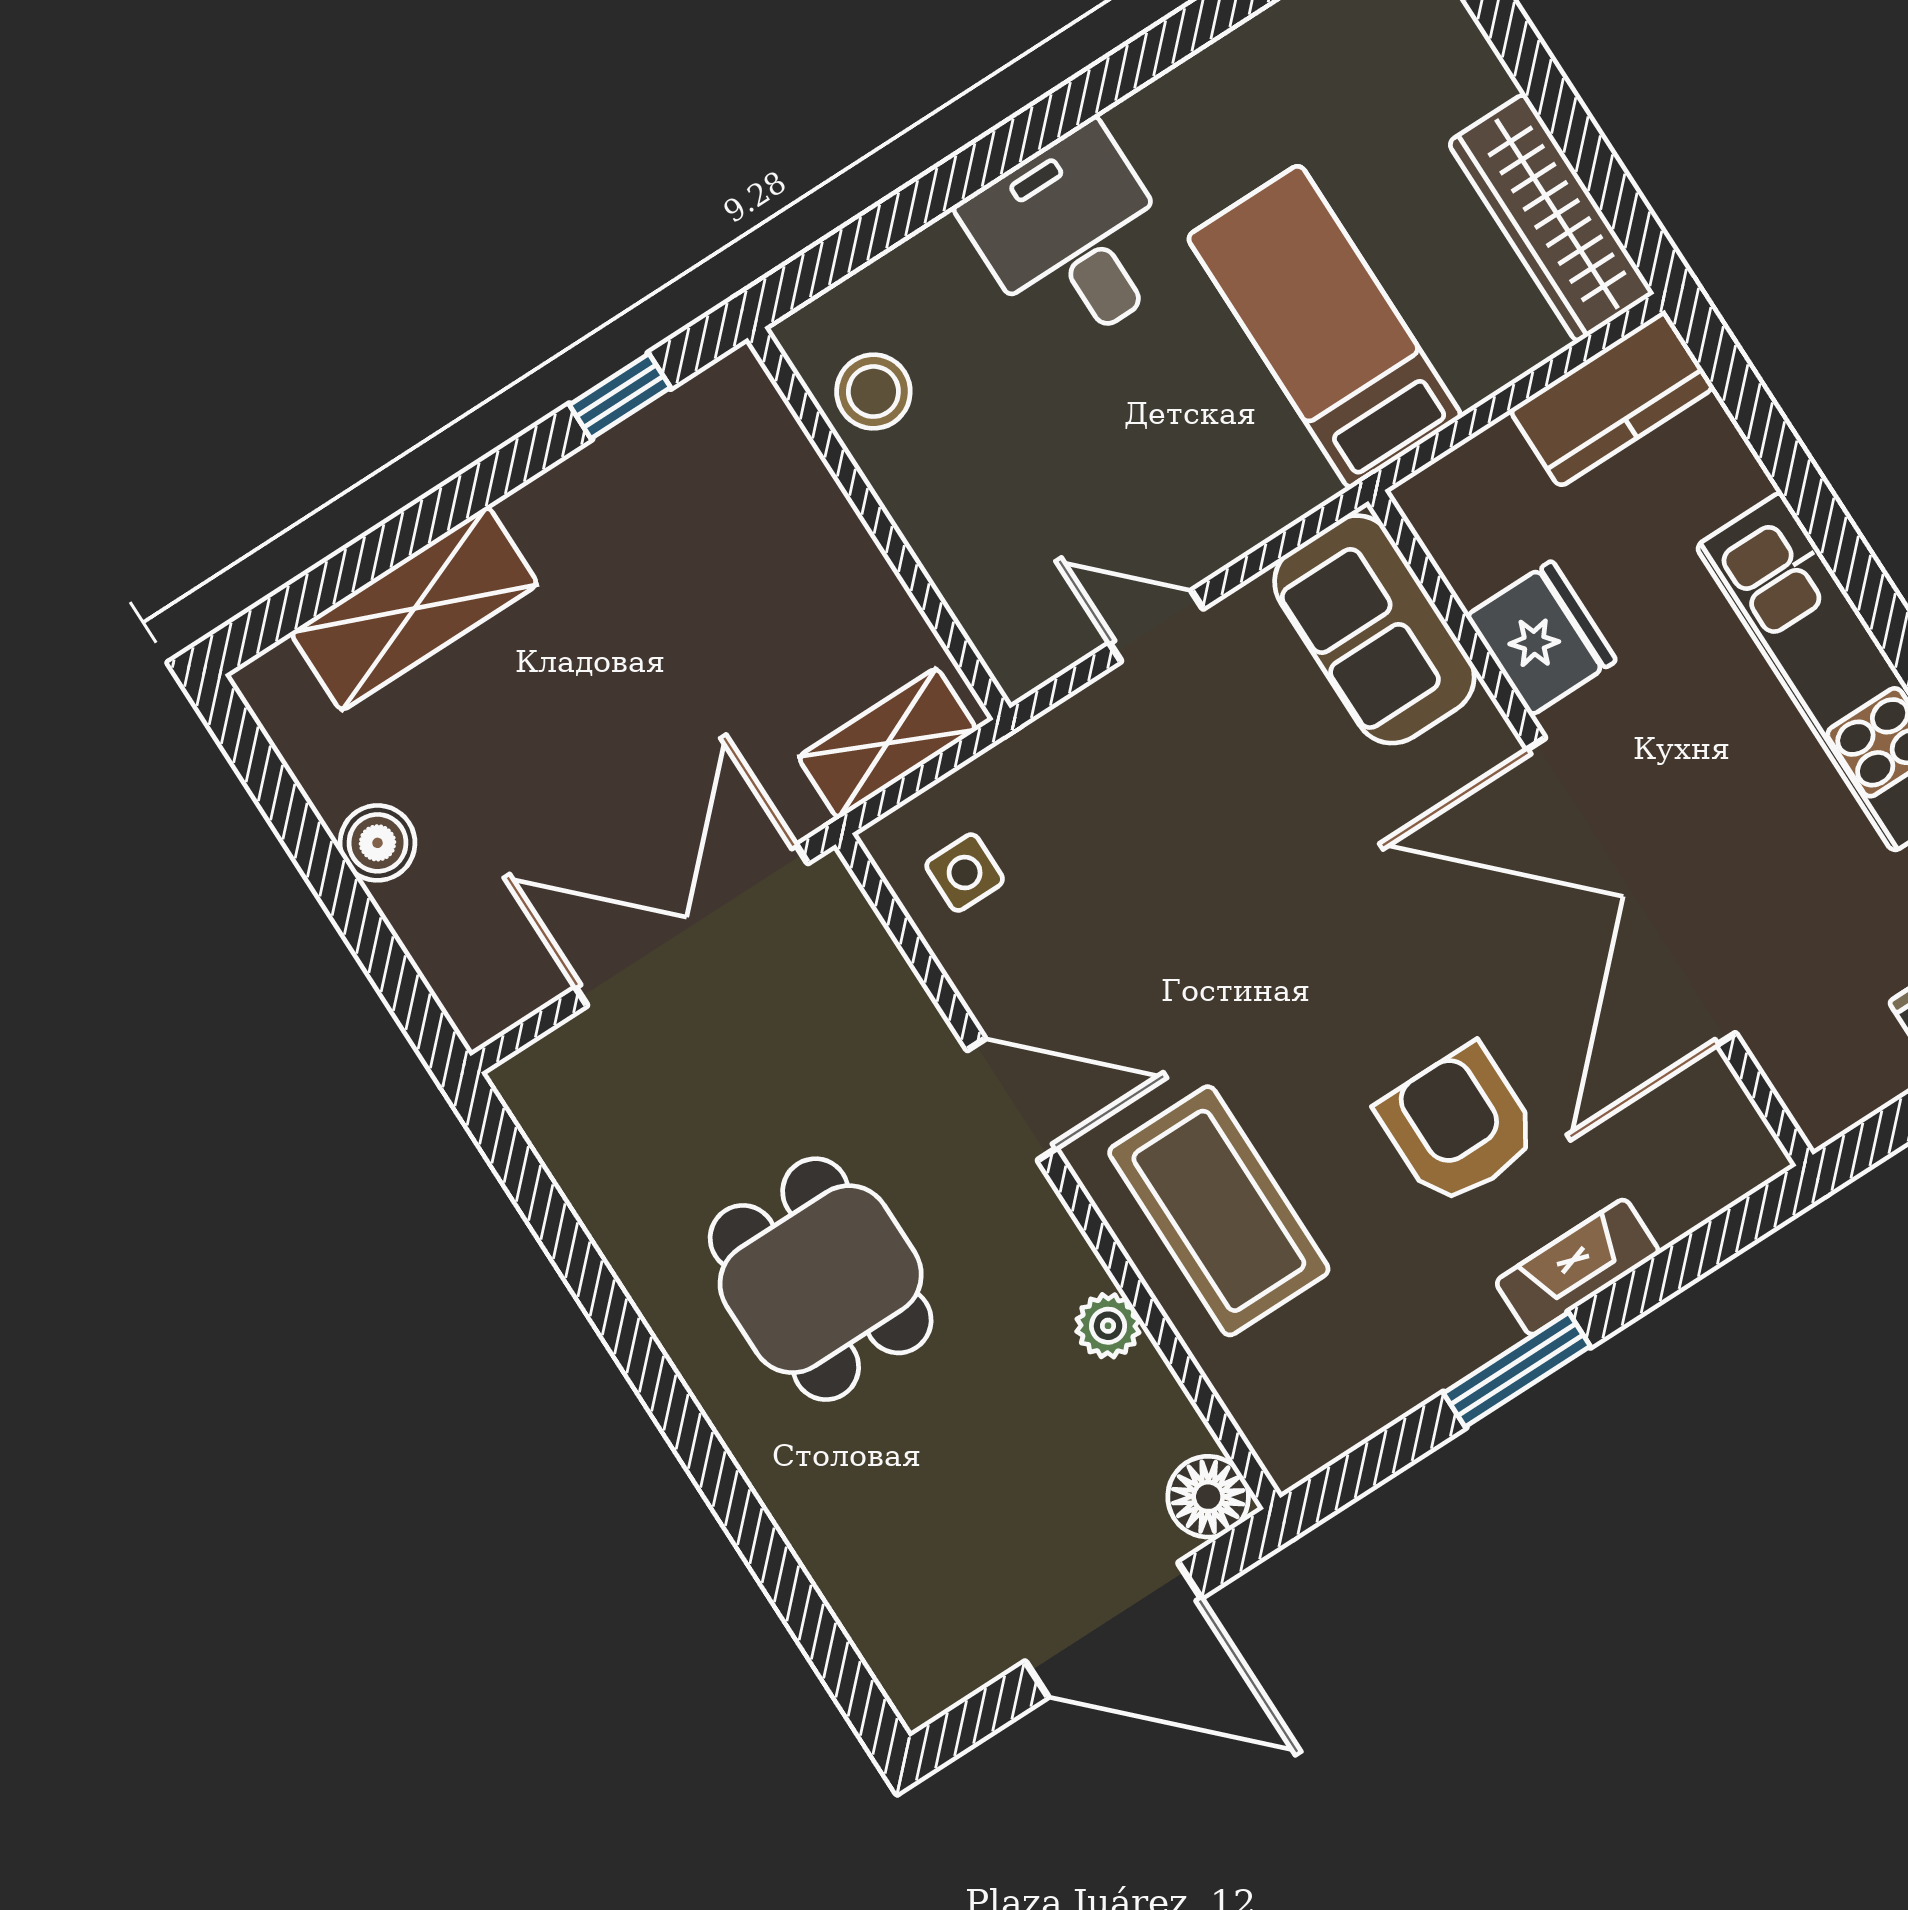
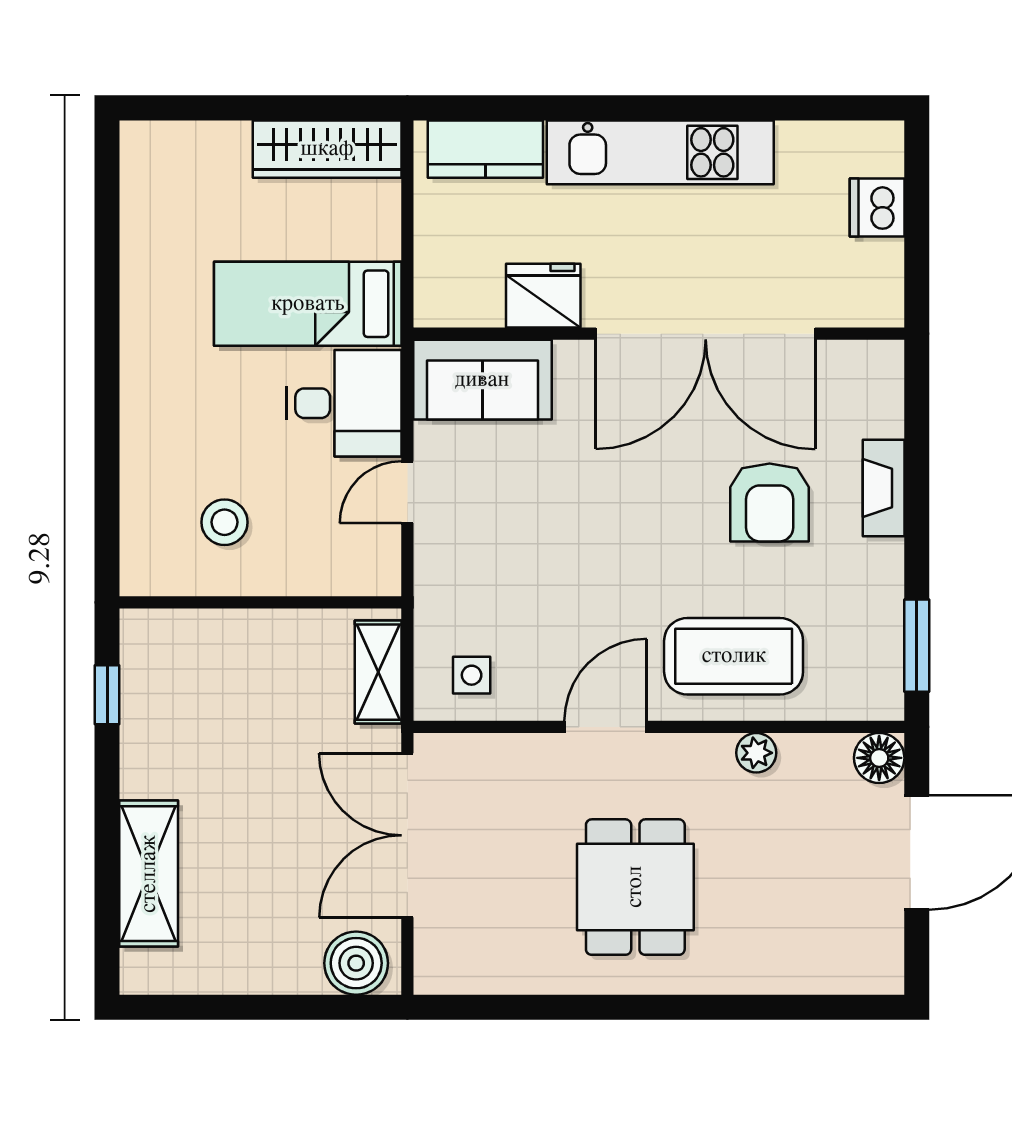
desk: (1073, 238) -> (344, 403), moved, turned 180
stool: (873, 392) -> (225, 522), moved
kitchen counter: (1612, 399) -> (485, 149), moved, turned 90
boiler: (378, 843) -> (356, 963), moved, width x1.36, depth x1.36
armchair: (1458, 1125) -> (770, 502), turned -90
dining table: (821, 1279) -> (635, 887), turned 90
window: (1517, 1370) -> (917, 646), moved

